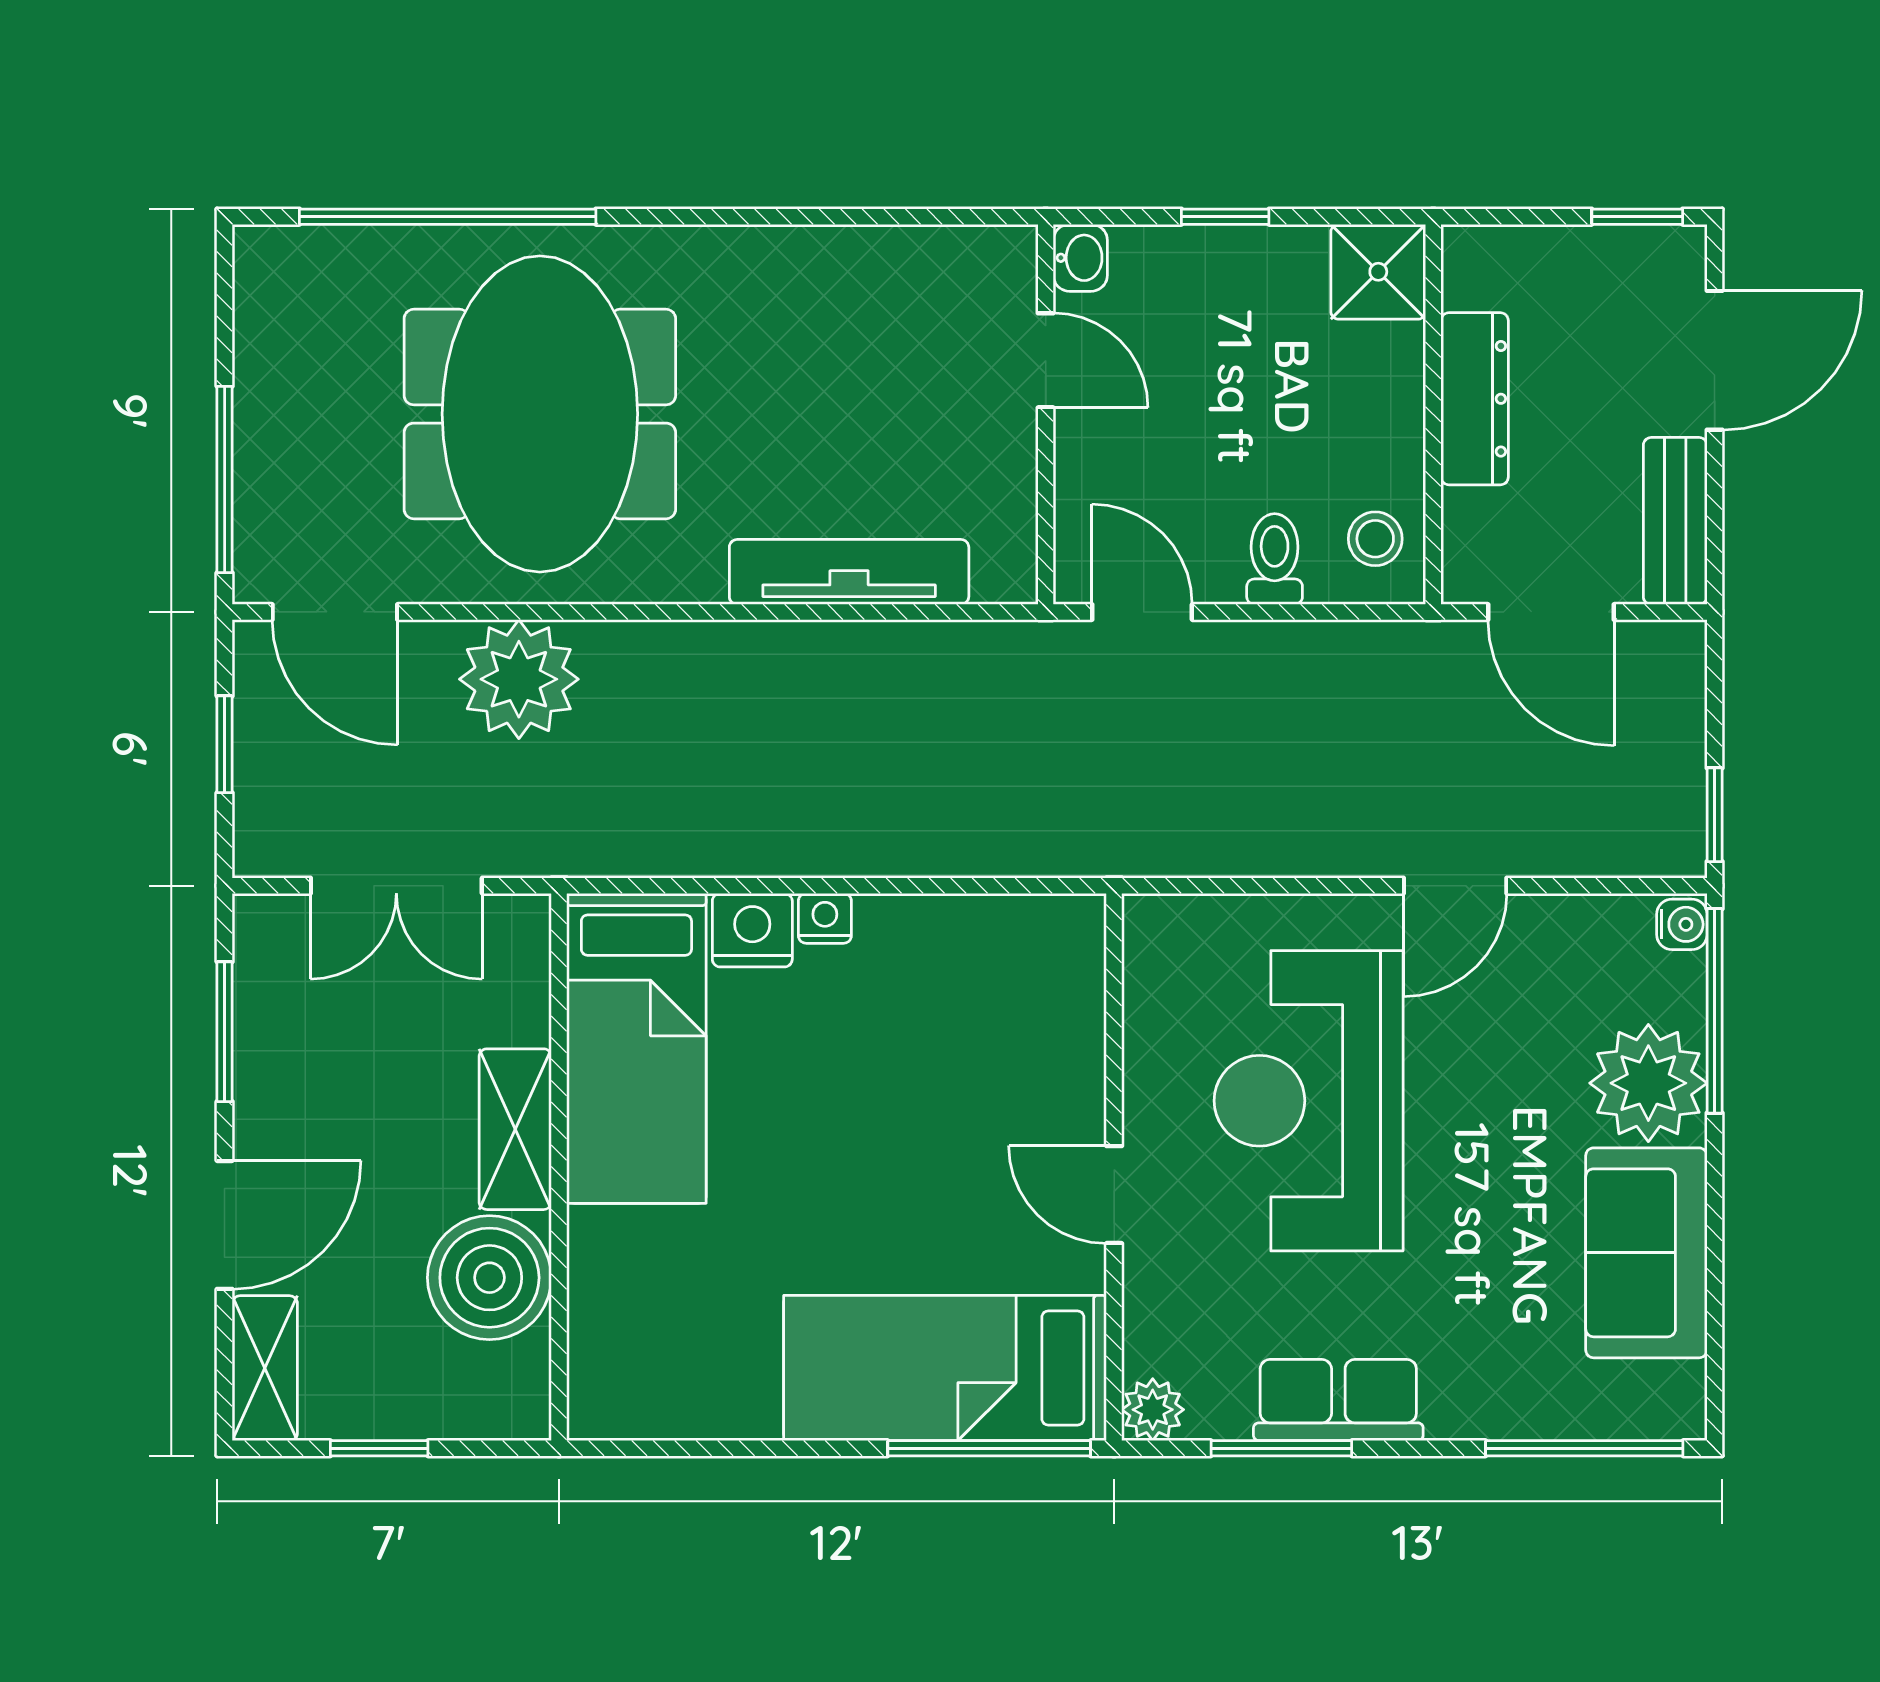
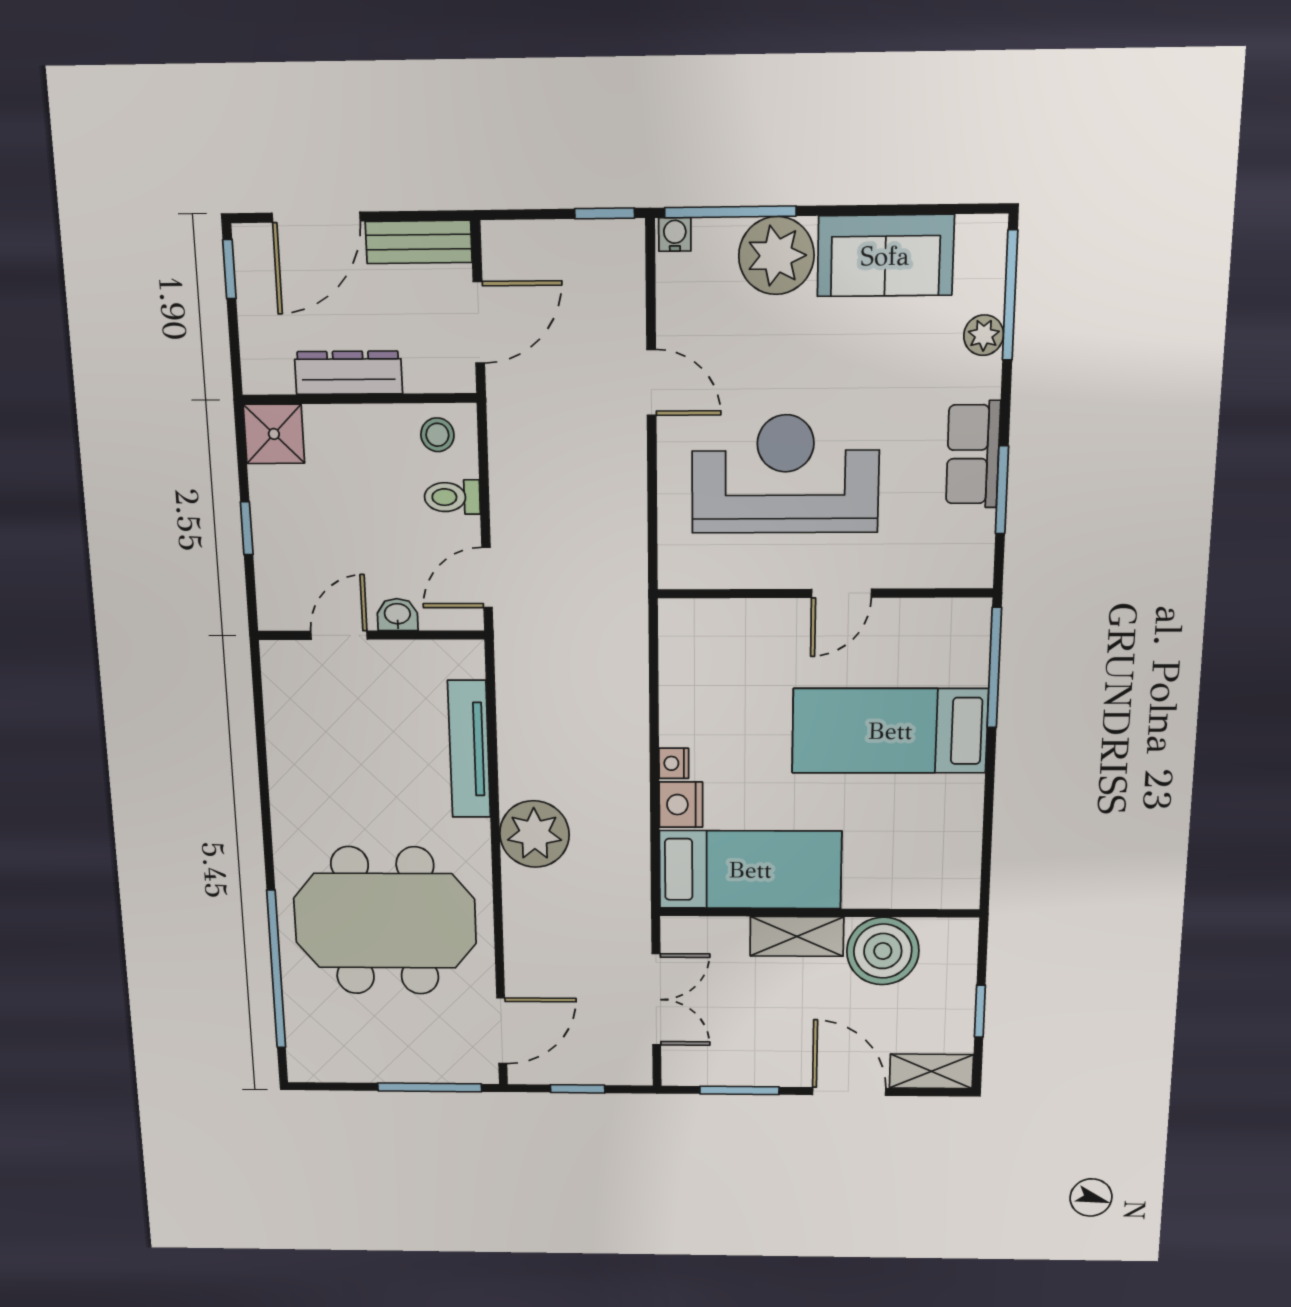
washbasin: (1080, 258) -> (397, 615), moved
door: (1715, 360) -> (316, 217), swing flipped
plant: (519, 679) -> (534, 834), moved
reception desk: (1309, 1101) -> (785, 474), turned 180
bed: (945, 1368) -> (890, 731), moved, turned 90
plant: (1153, 1410) -> (984, 335), moved

